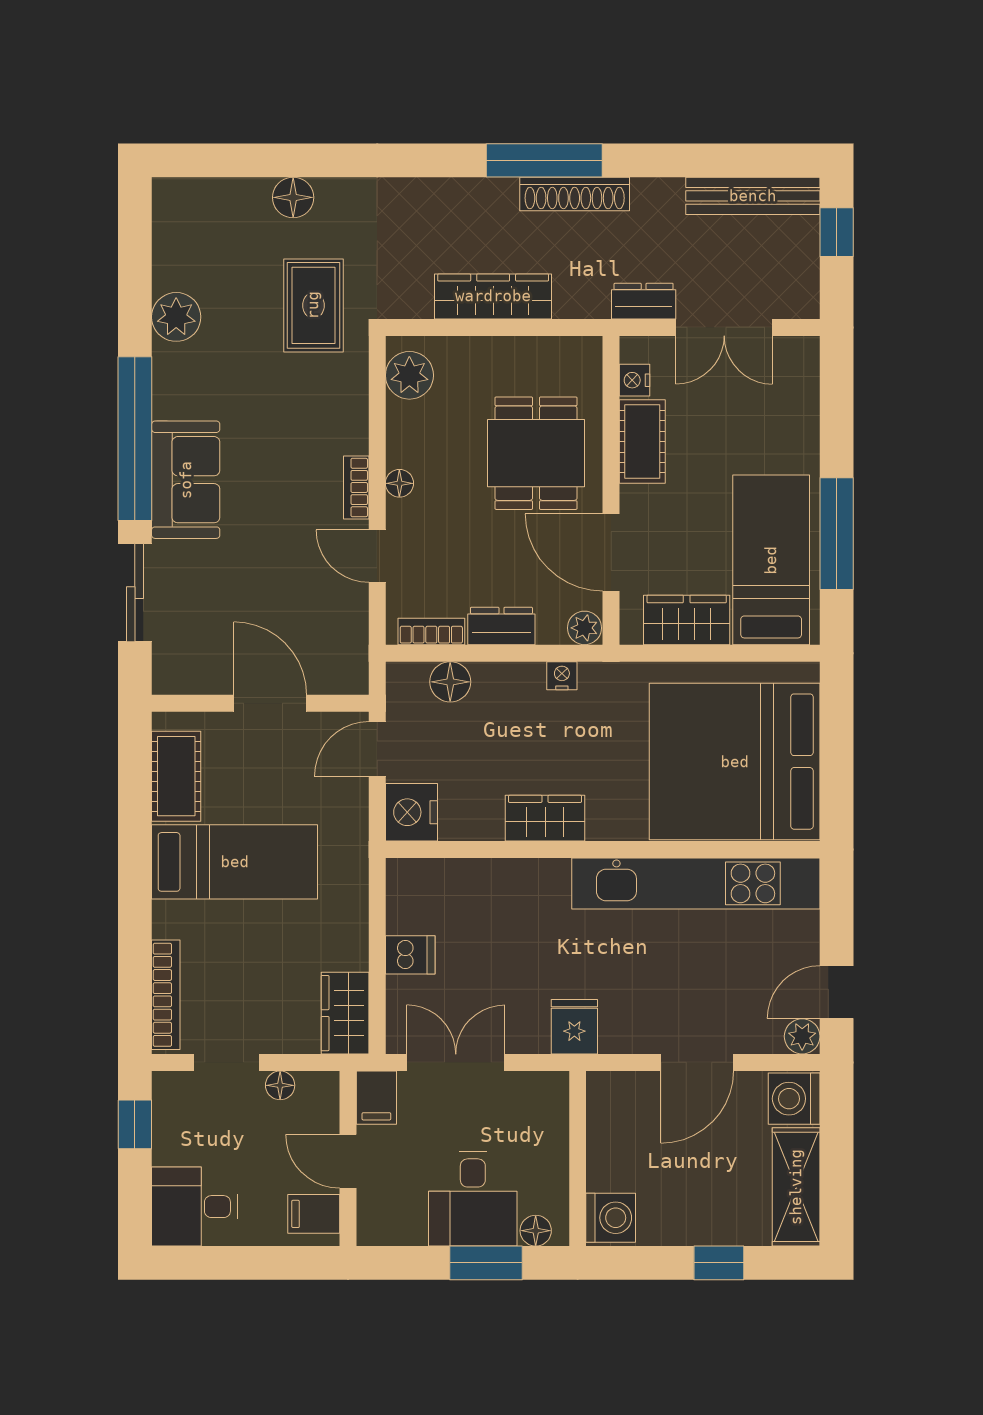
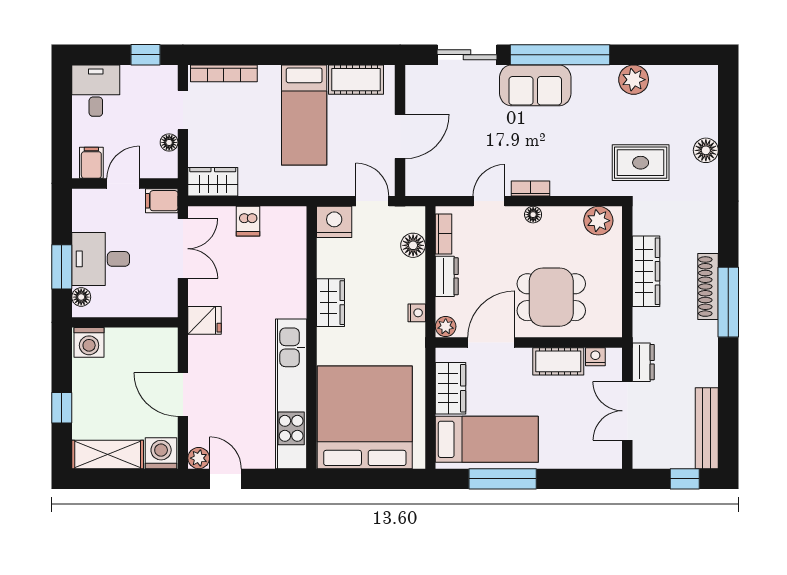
shoe rack: (575, 194) -> (708, 287), moved

